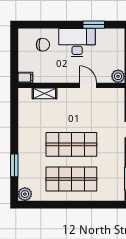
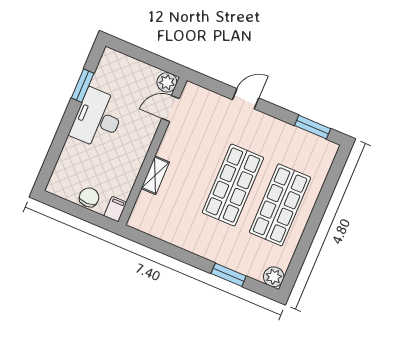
chair: (43, 45) -> (89, 197), moved
door: (88, 85) -> (171, 109), moved
shelving: (44, 93) -> (155, 175), moved

